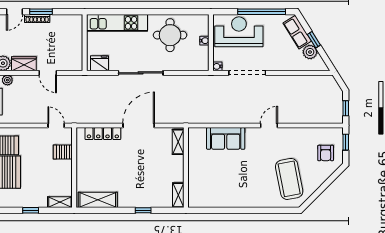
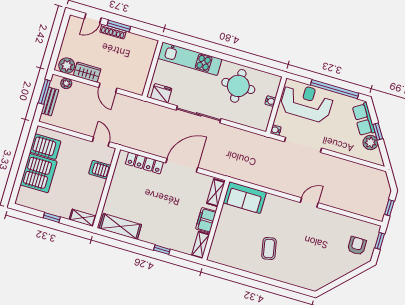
sofa: (226, 138) -> (245, 198), moved
armchair: (326, 153) -> (357, 246), turned 180
filing cabinet: (177, 170) -> (206, 220), added
coffee table: (289, 179) -> (269, 249), moved, width x0.54, depth x0.58

